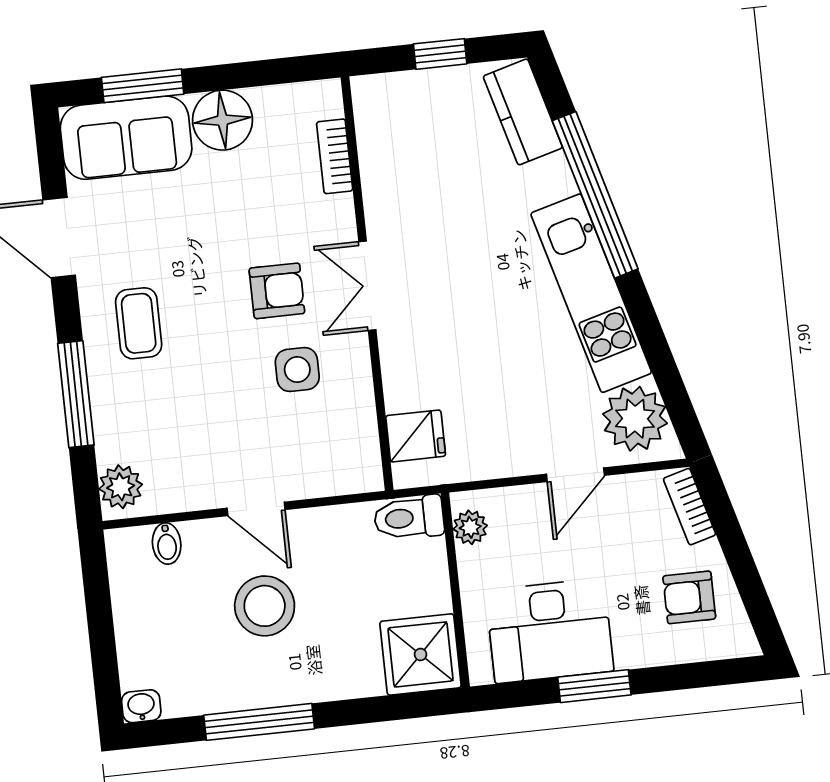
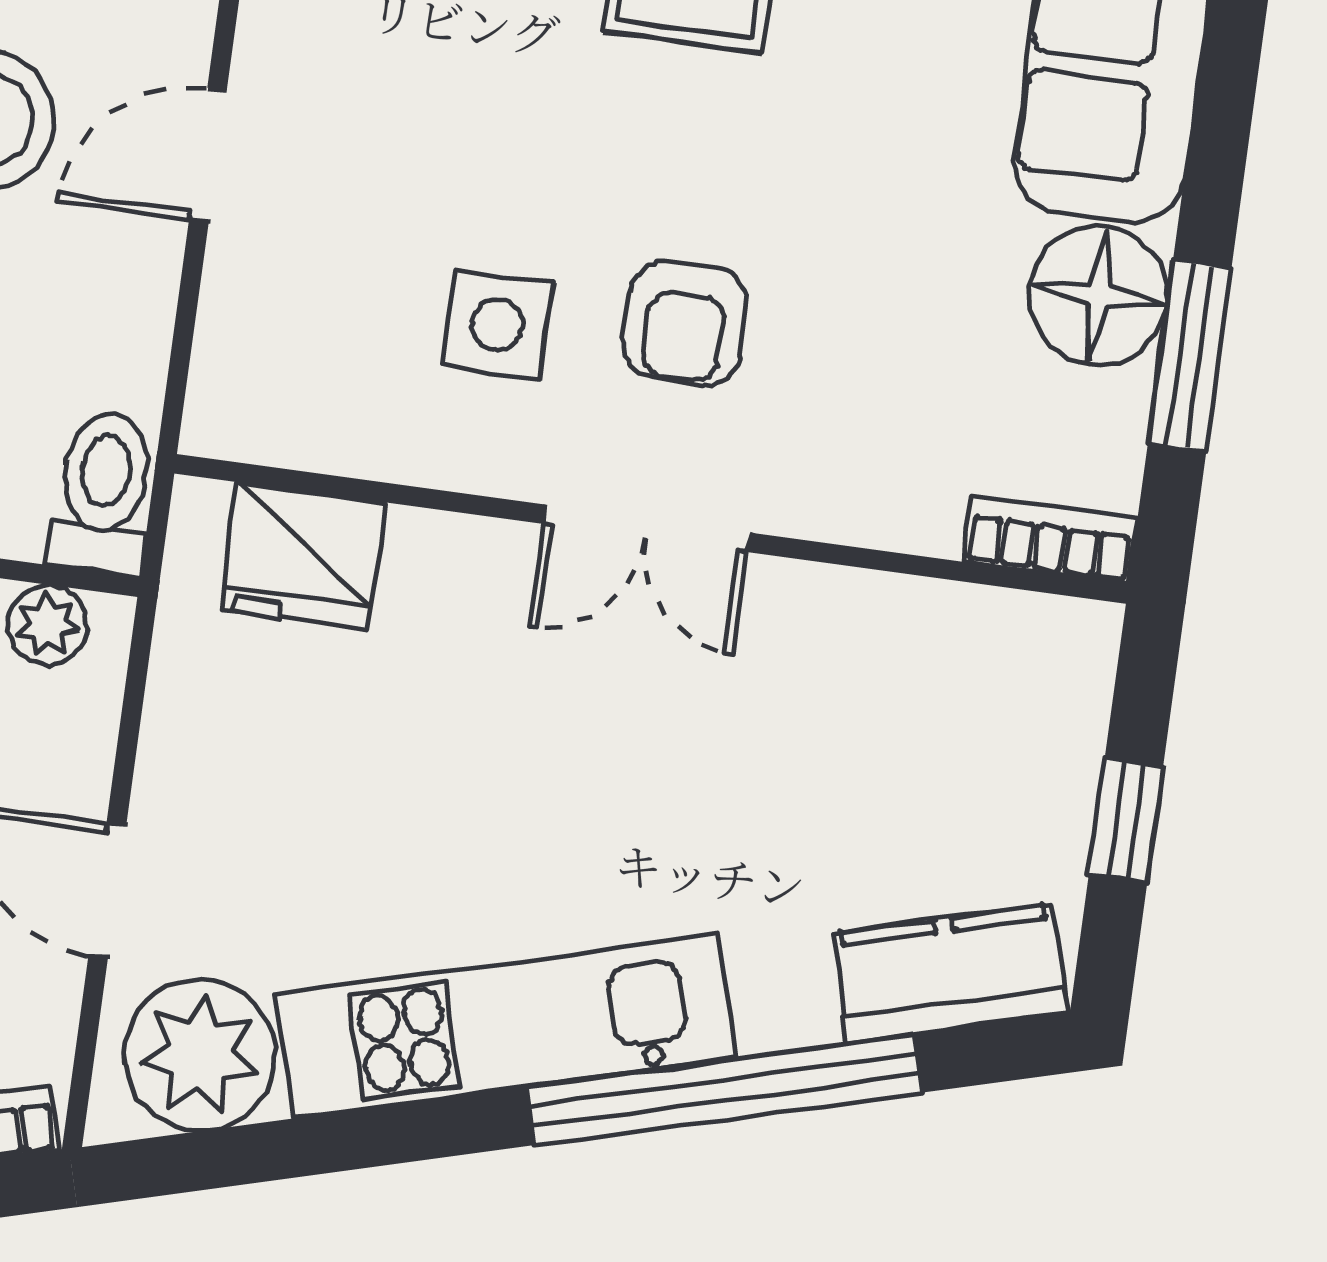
window: (143, 86) -> (1190, 356), moved
bookcase: (335, 156) -> (1050, 540), moved
double door: (367, 286) -> (647, 528), swing flipped
fridge: (416, 436) -> (304, 556), width x1.38

